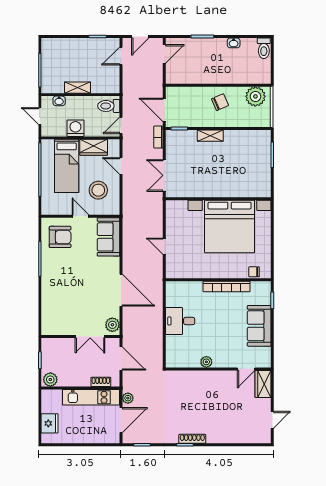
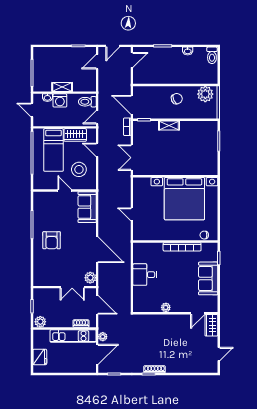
washing machine: (75, 128) -> (60, 100), moved, turned 180
armchair: (60, 237) -> (52, 240), moved, turned 90

